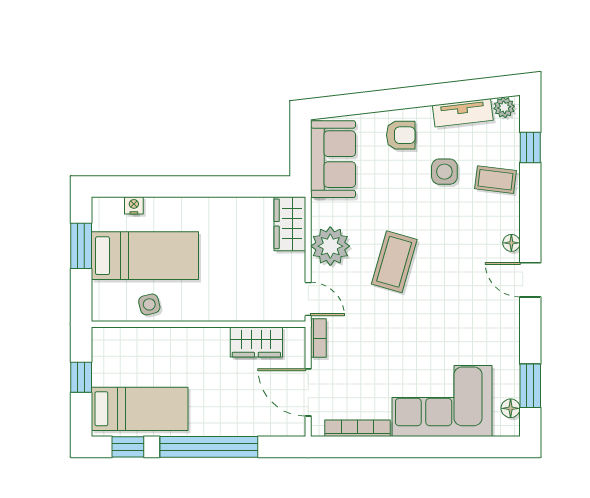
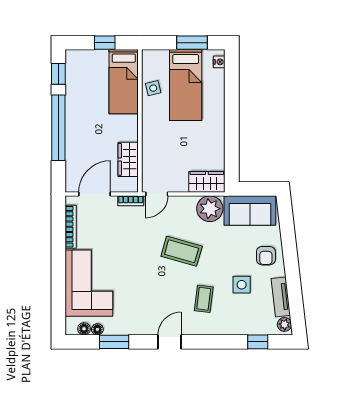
coffee table: (496, 180) -> (204, 299), moved
nightstand: (134, 205) -> (219, 62), moved
floor lamp: (511, 243) -> (97, 329), moved
plant: (330, 246) -> (210, 209), moved
window: (530, 386) -> (114, 342), moved
bed: (140, 409) -> (124, 82), moved

